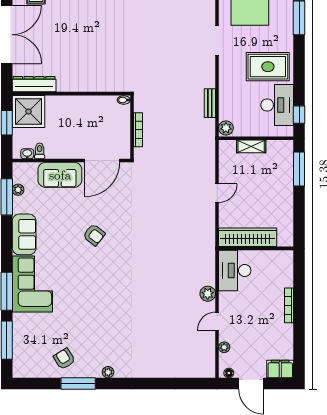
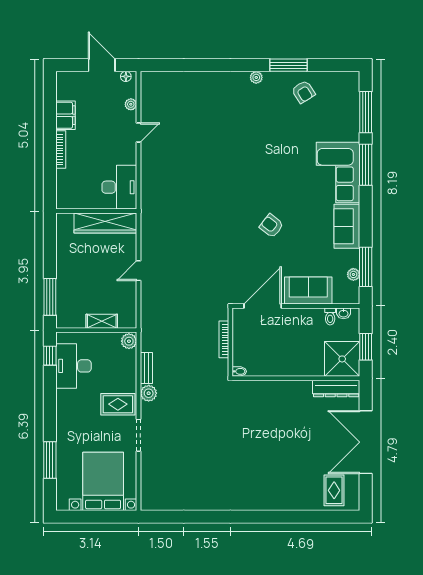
rug: (268, 67) -> (118, 404), moved, width x0.73, depth x0.70
plant: (208, 294) -> (149, 393), moved
filing cabinet: (280, 369) -> (65, 115), moved, turned -90

